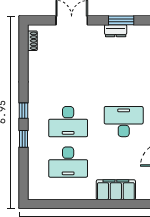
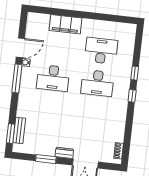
dresser: (116, 31) -> (64, 153), moved
desk: (68, 122) -> (97, 83), turned 180

